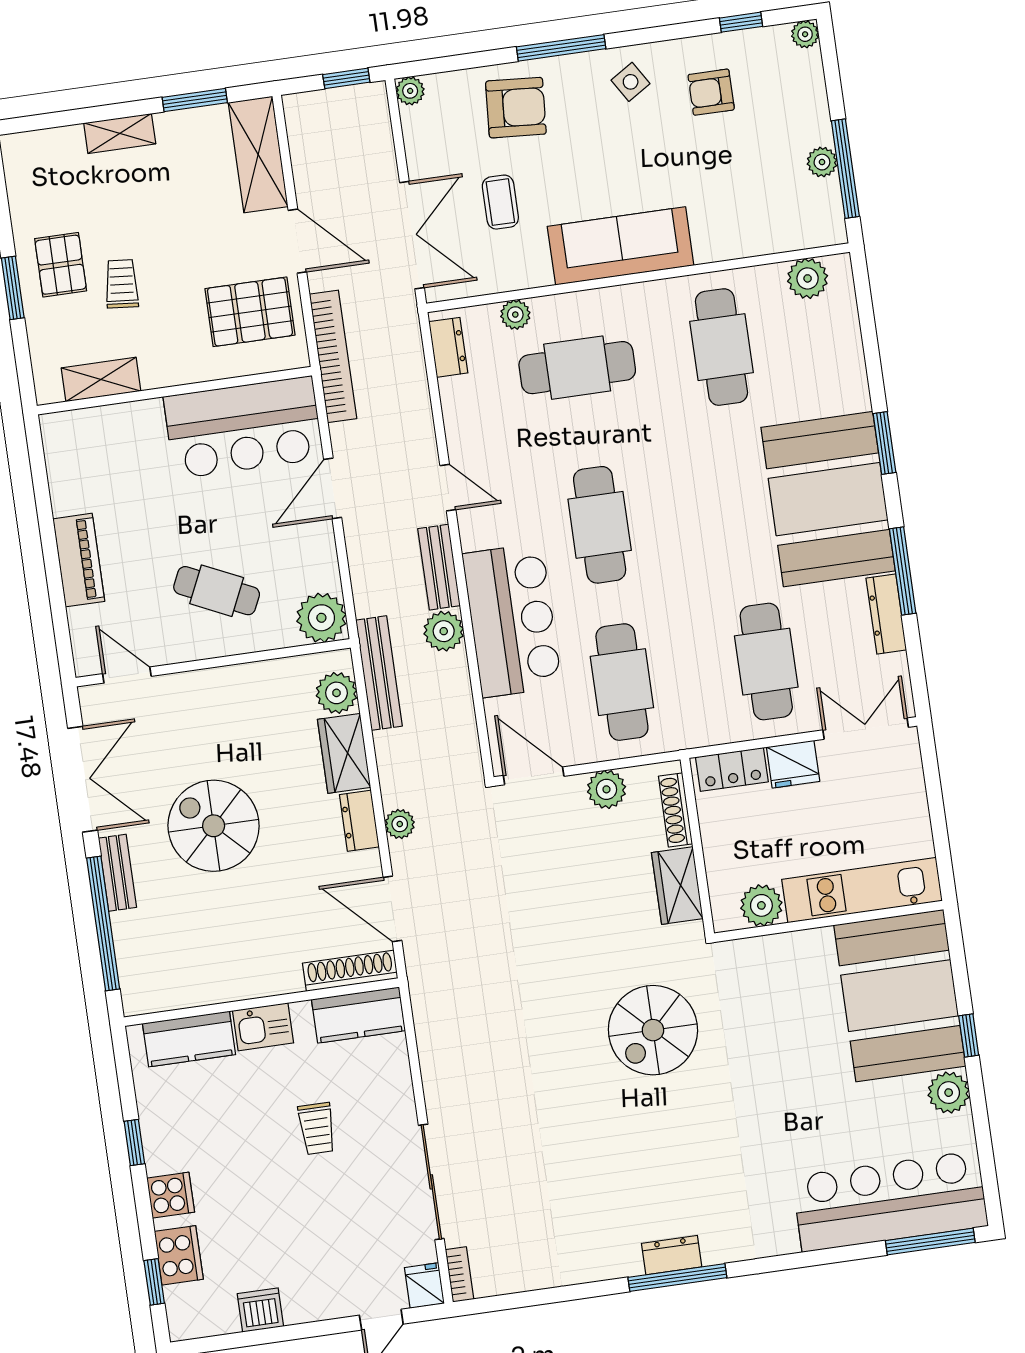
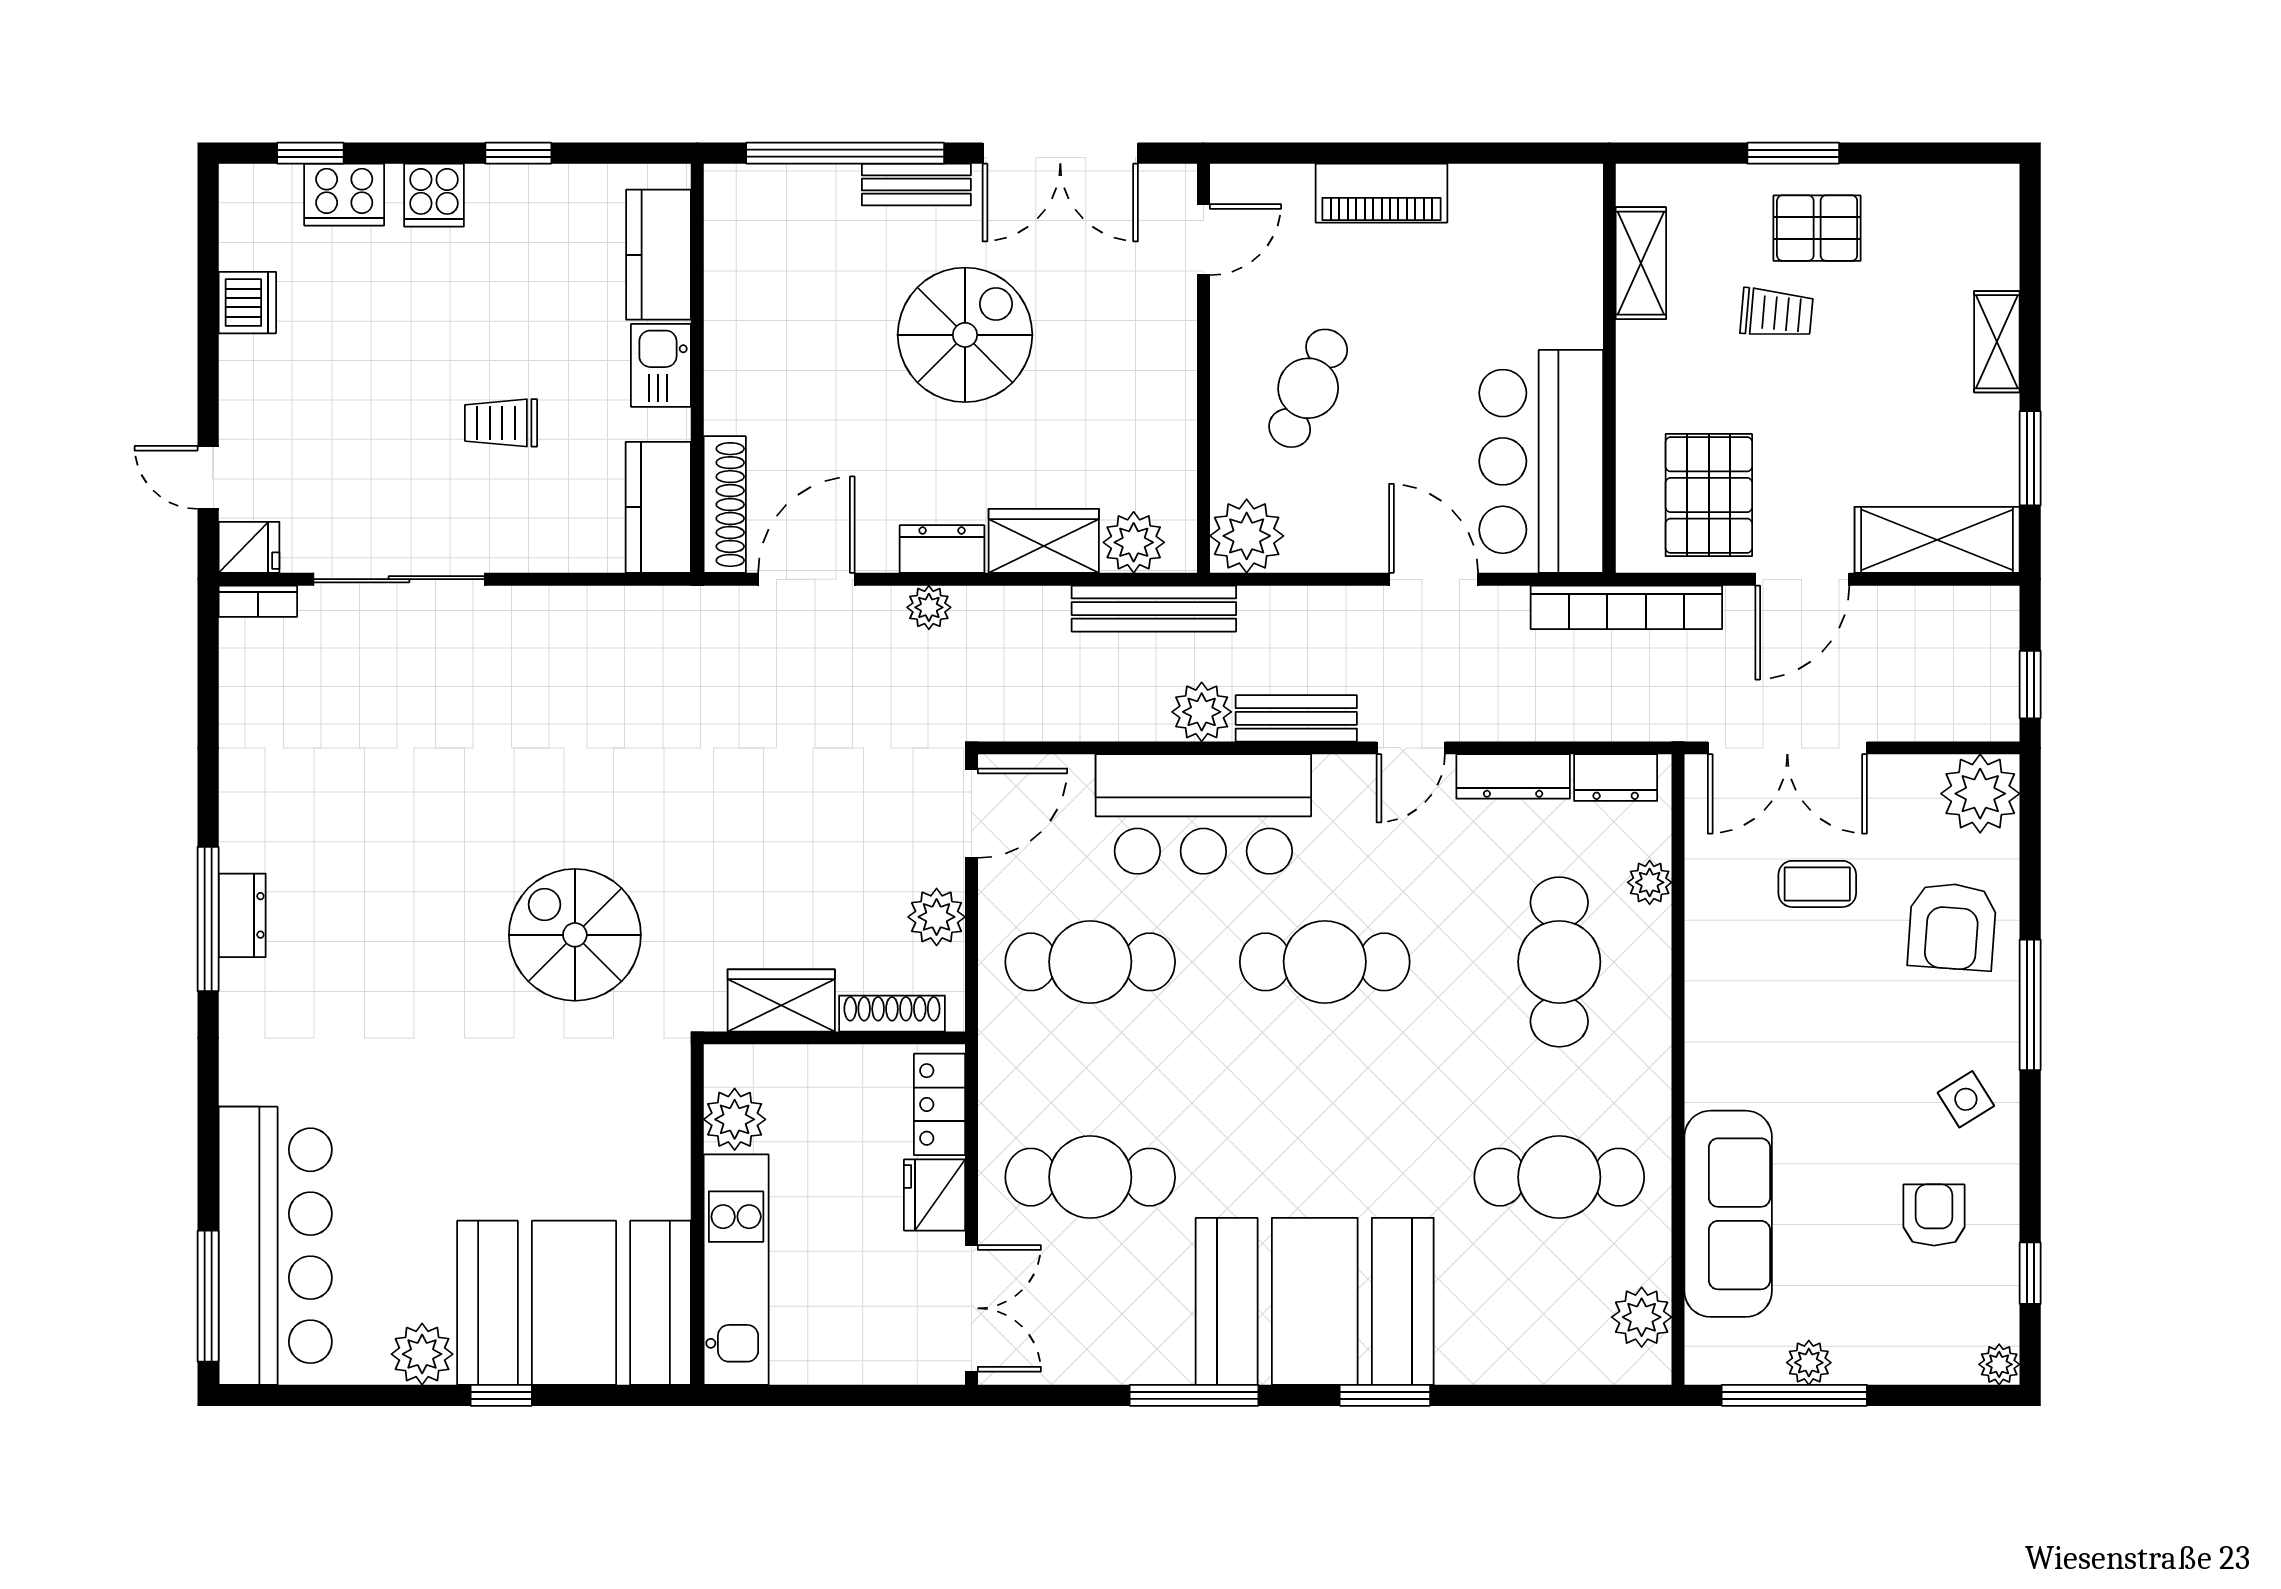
plant: (410, 91) -> (1980, 794), width x1.88, depth x1.88
sofa: (621, 246) -> (1728, 1214), moved
dresser: (886, 614) -> (1513, 776), moved, turned 180

